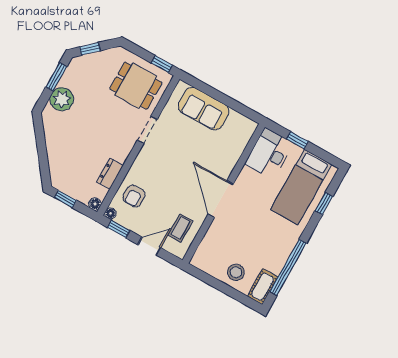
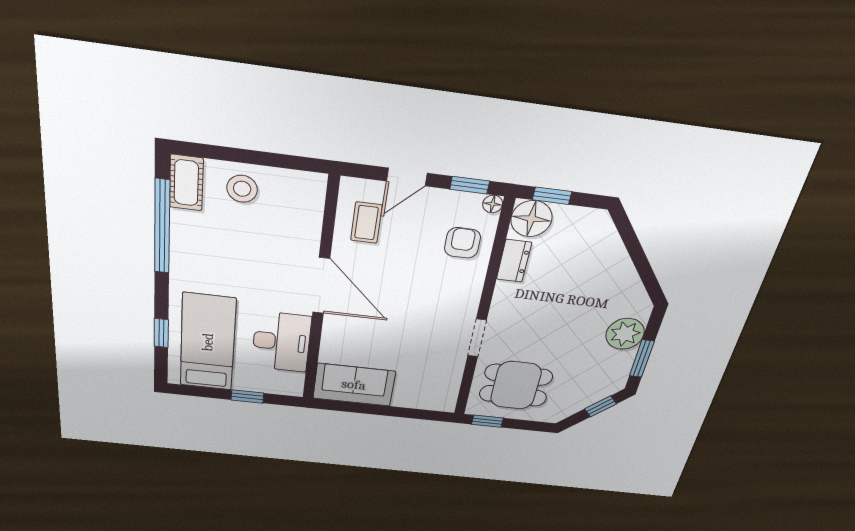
sofa: (204, 109) -> (354, 385), moved
desk: (269, 153) -> (281, 342), moved
window: (65, 199) -> (552, 196), moved
floor lamp: (95, 204) -> (531, 219), width x1.89, depth x1.89

